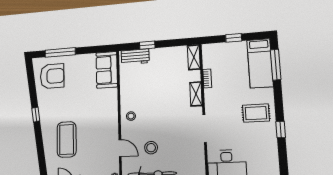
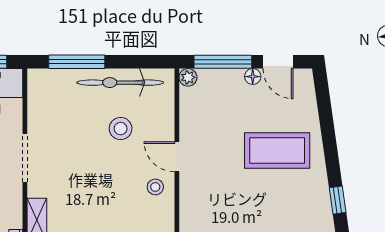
coffee table: (67, 139) -> (277, 150), turned 90
door: (120, 148) -> (177, 157), moved

